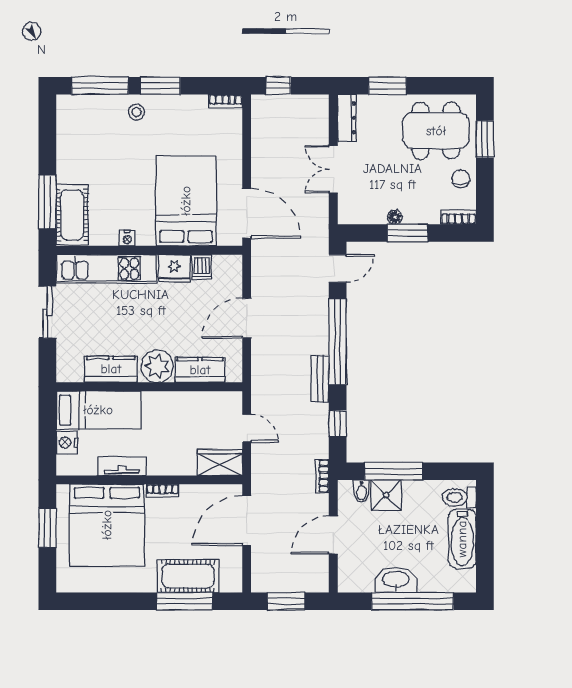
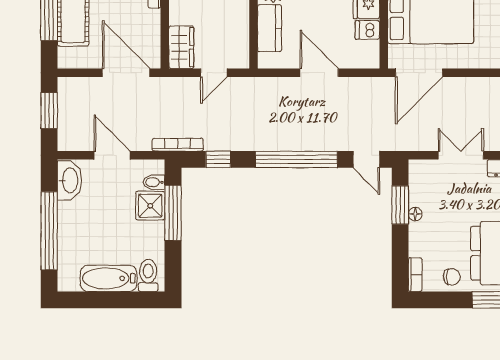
window: (408, 233) -> (400, 205), moved
bench: (320, 379) -> (261, 143), removed
bookcase: (322, 476) -> (178, 145), width x1.56
washbasin: (396, 580) -> (69, 180), moved

